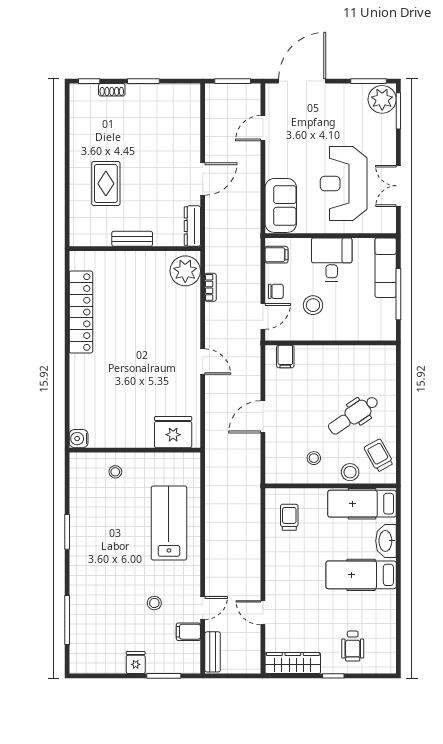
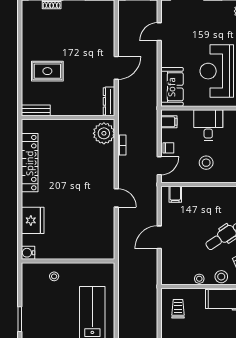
rug: (106, 184) -> (47, 71), turned 90
bench: (132, 239) -> (36, 110), moved
stool: (313, 305) -> (206, 163), moved
fridge: (173, 432) -> (33, 220), moved, turned 90
stool: (314, 458) -> (199, 279), moved

